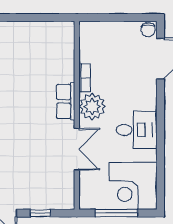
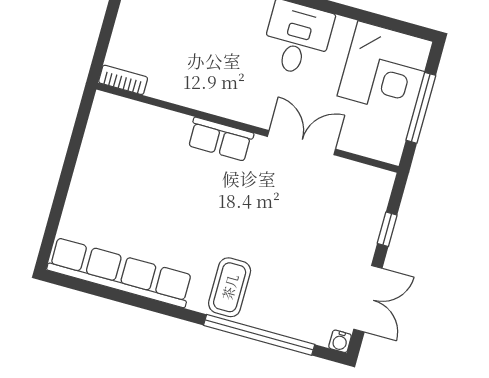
bookcase: (85, 78) -> (123, 80), moved
plant: (92, 107) -> (240, 99), removed

